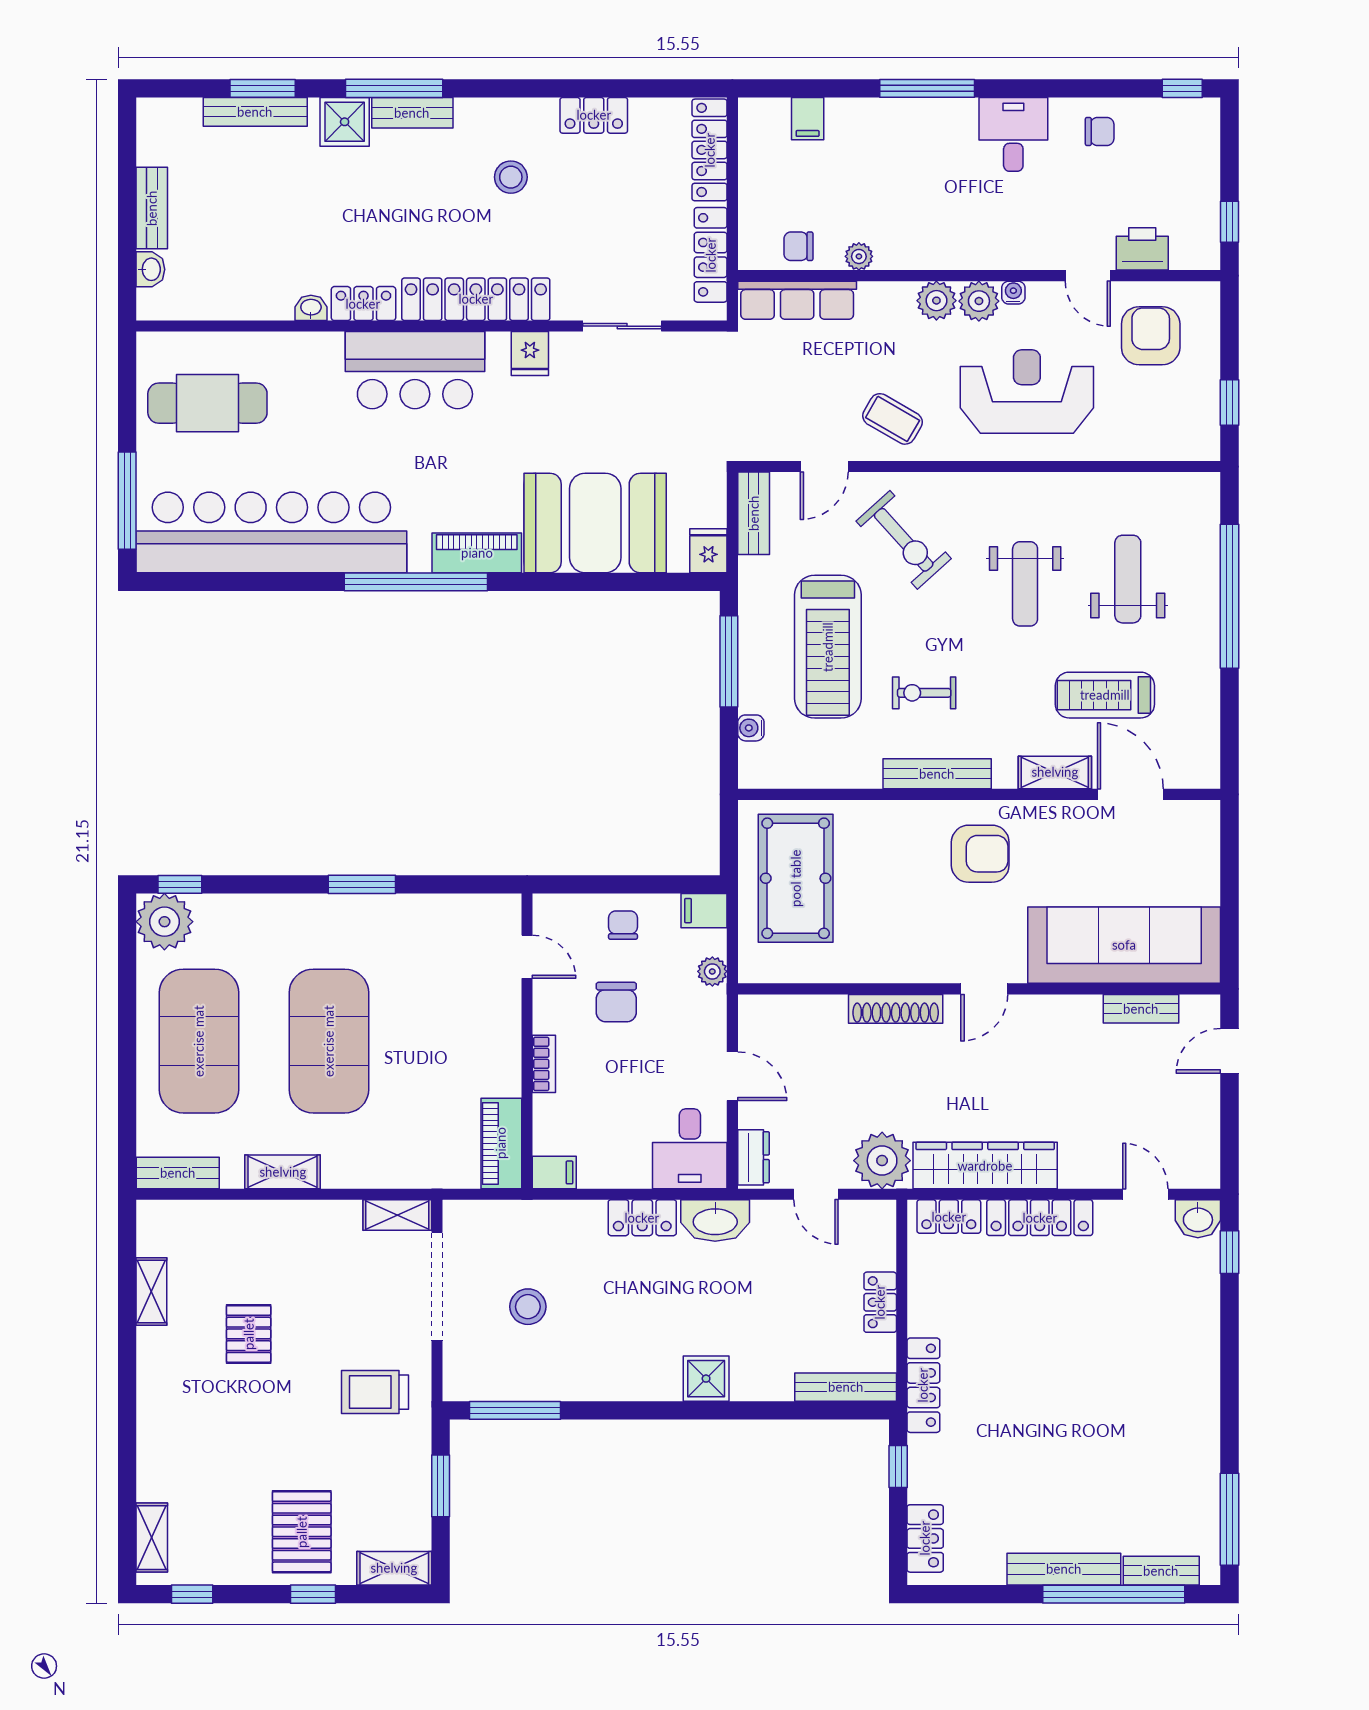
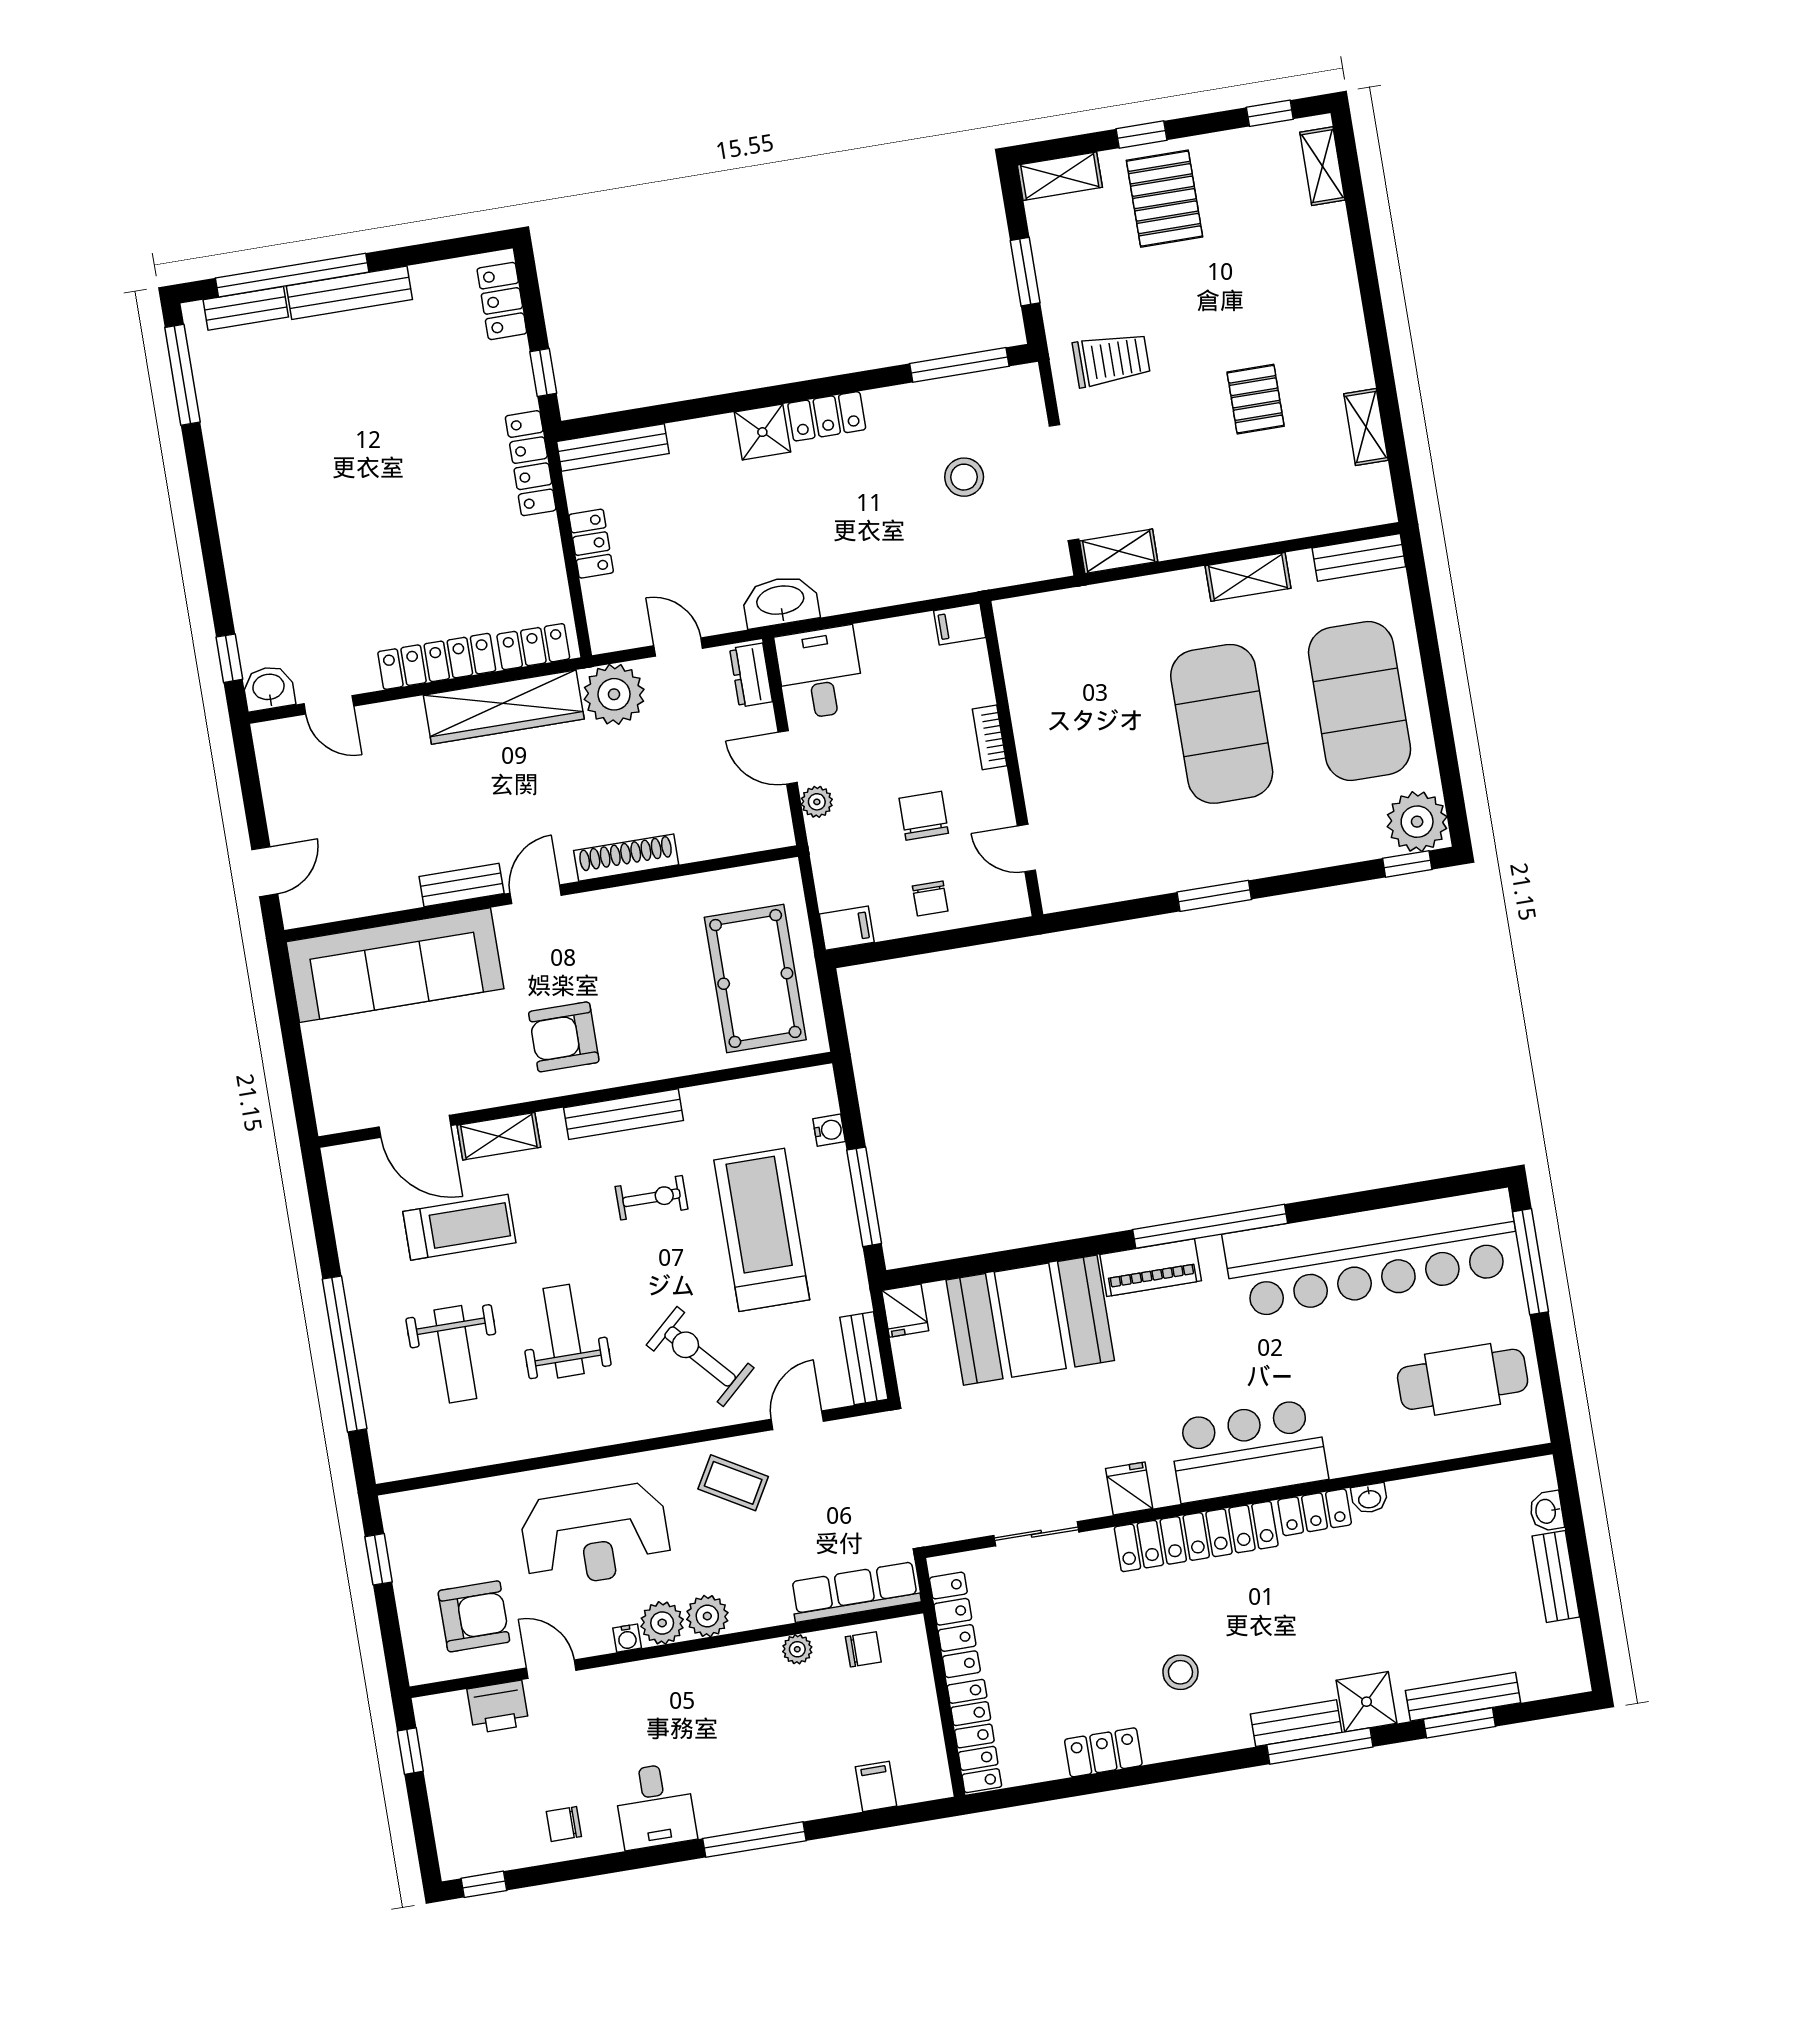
armchair: (1151, 336) -> (474, 1616), turned -90
plant: (712, 971) -> (817, 802), moved
bench: (1141, 1009) -> (462, 885), moved
piano: (501, 1143) -> (1021, 646), removed
locker: (642, 1218) -> (827, 416), moved, turned 180

